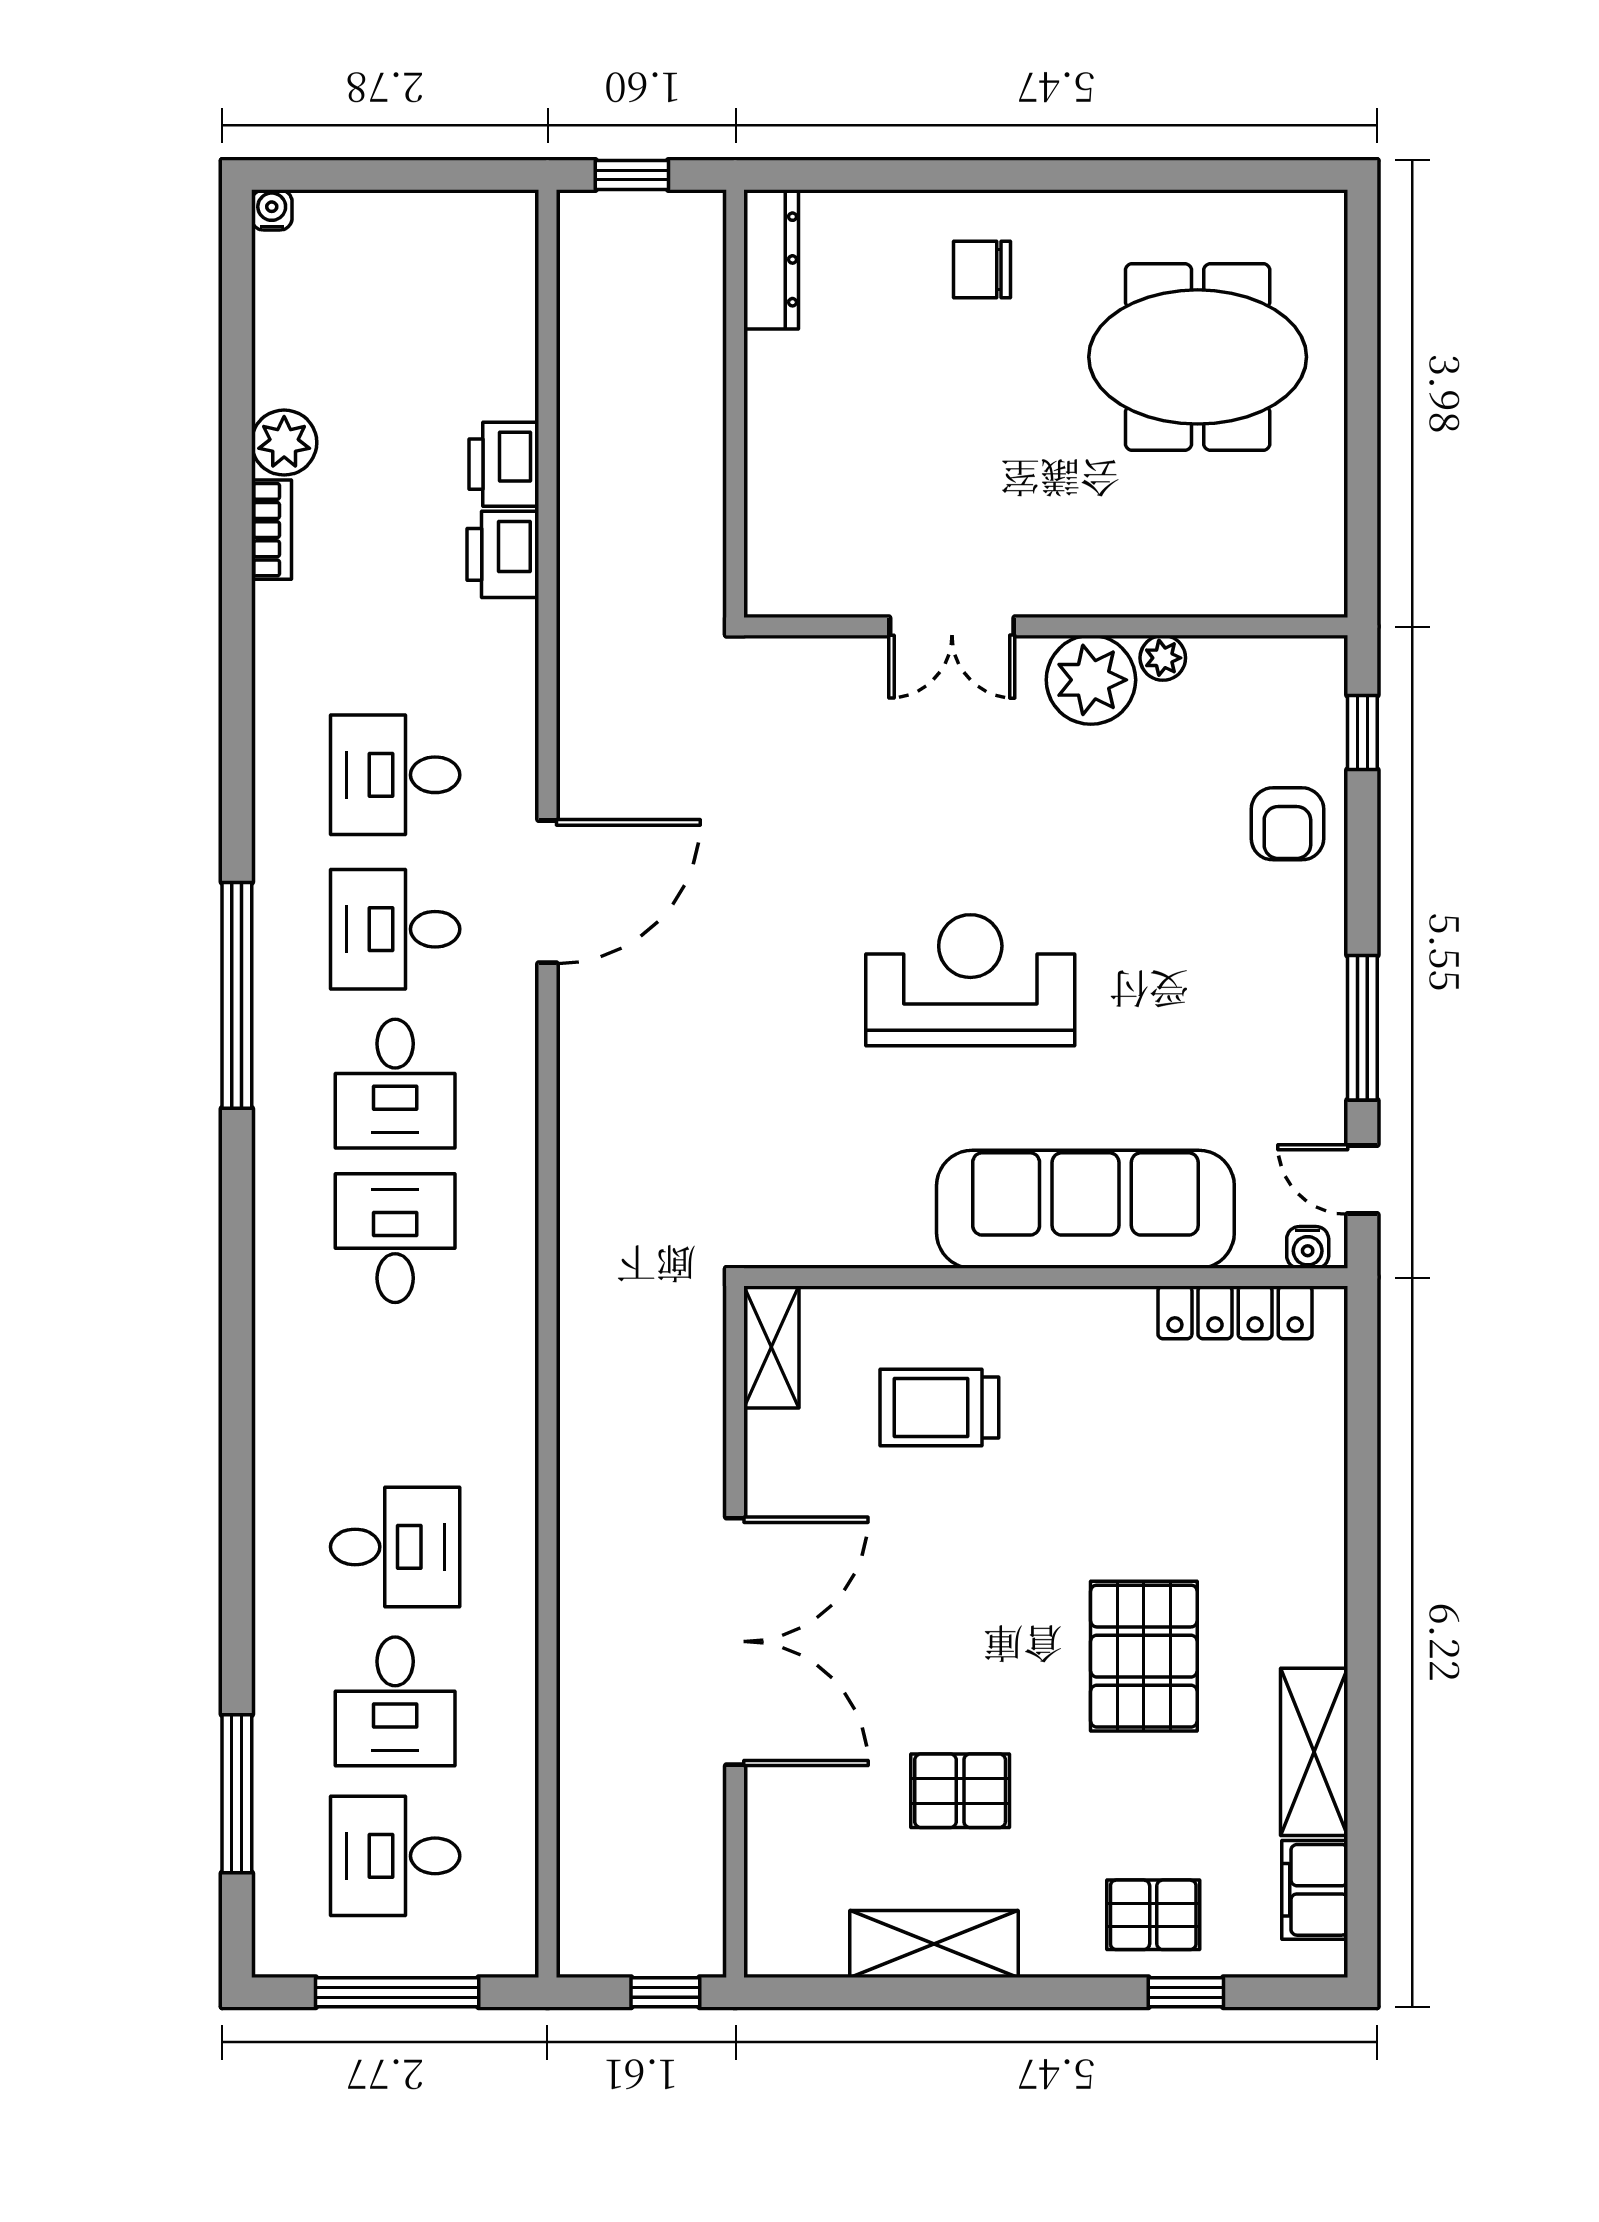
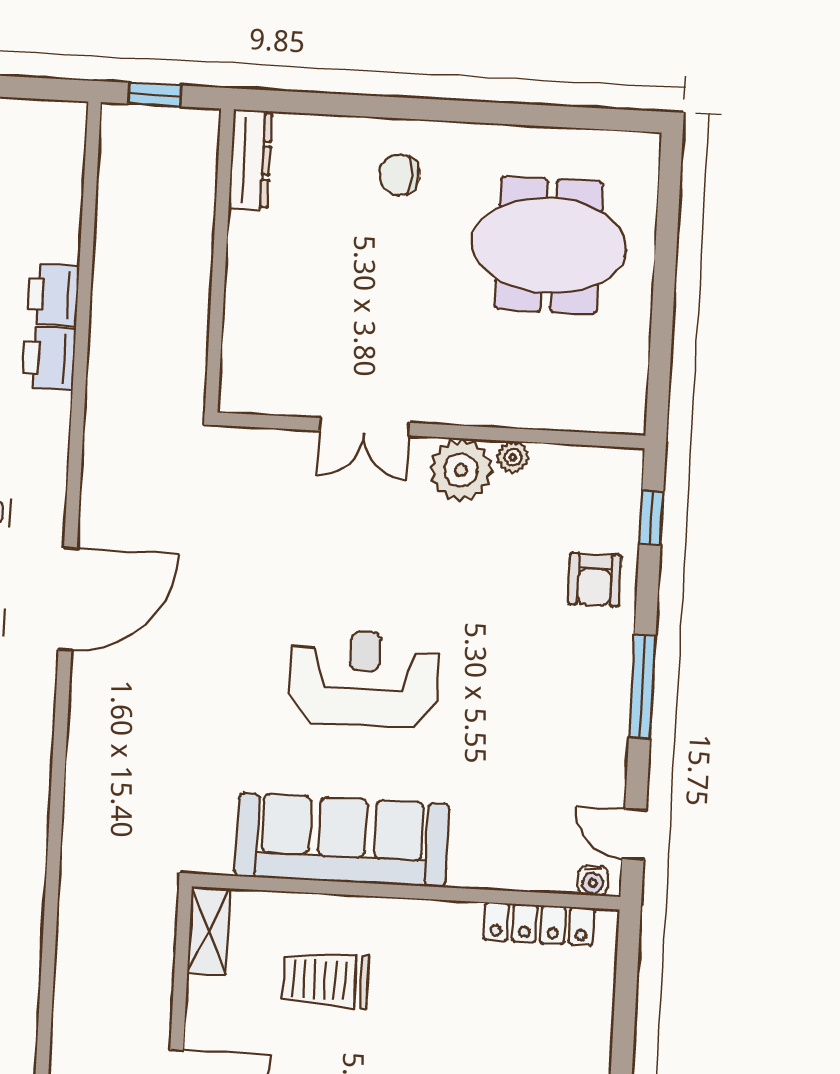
window: (1362, 1028) -> (642, 687), moved
sofa: (1085, 1209) -> (342, 840), moved

